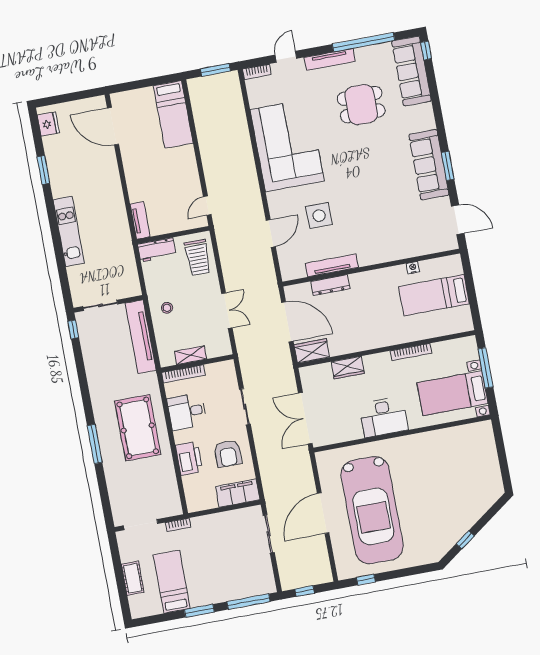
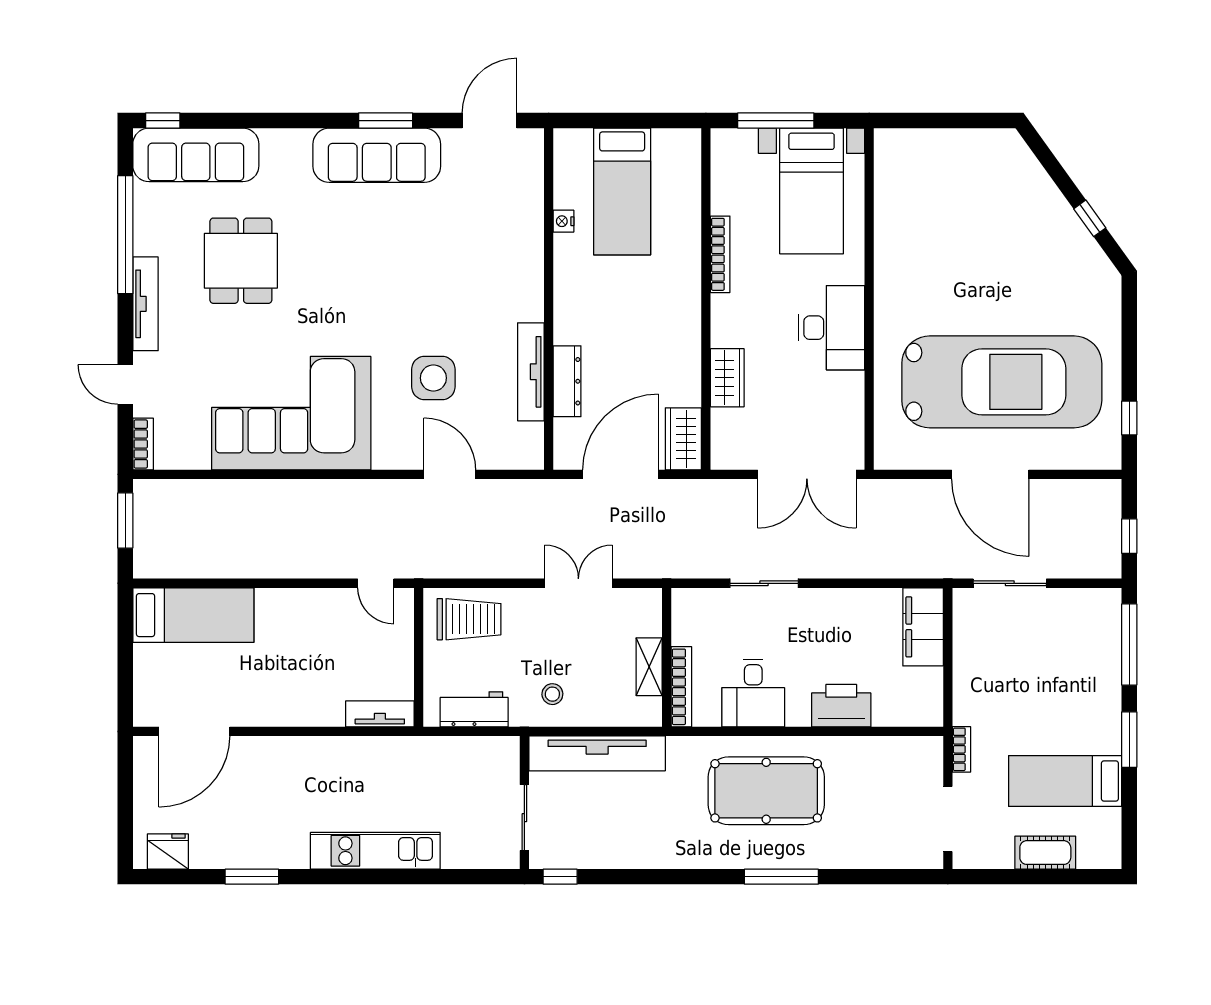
workbench: (157, 250) -> (474, 709), moved, turned -90
armchair: (228, 454) -> (846, 631), removed

